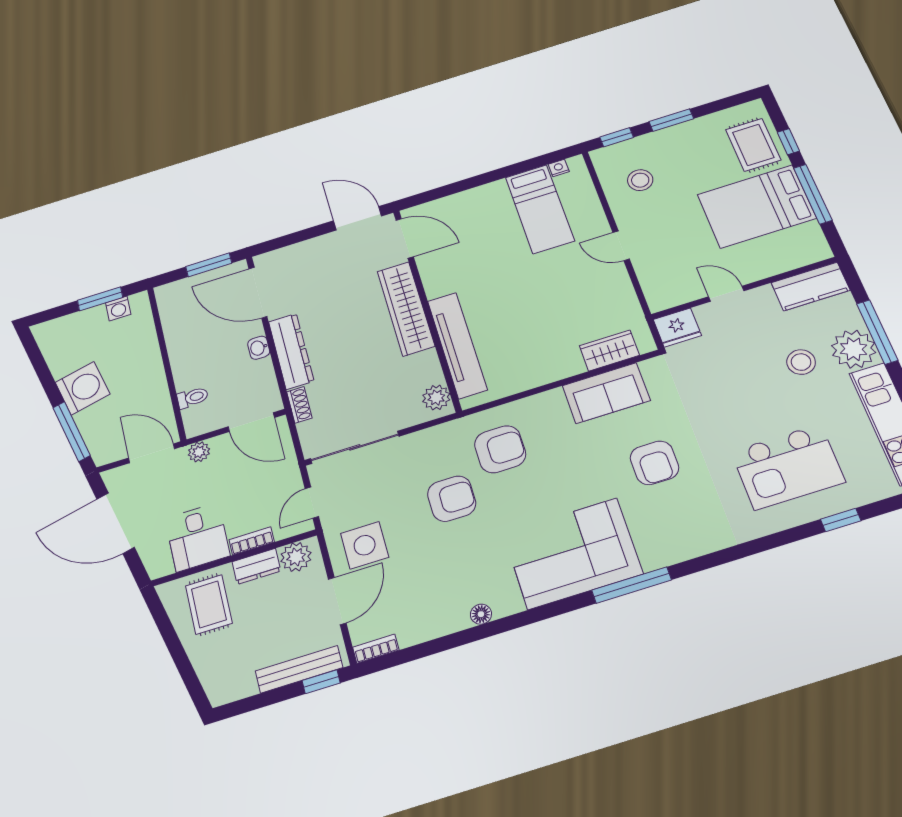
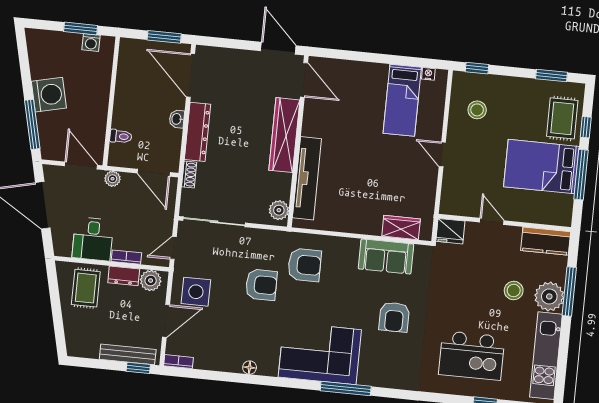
window: (671, 120) -> (552, 75), moved

